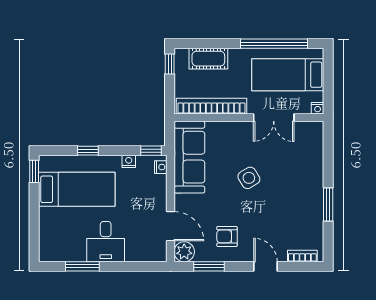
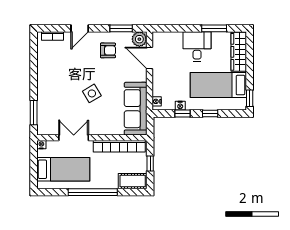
window: (274, 44) -> (93, 192), moved
cot: (208, 59) -> (133, 181), moved
window: (170, 64) -> (150, 163), moved
window: (151, 151) -> (183, 114), moved
window: (328, 204) -> (34, 113), moved
wardrobe: (49, 234) -> (239, 52), added
door: (266, 266) -> (80, 28), hinge flipped

